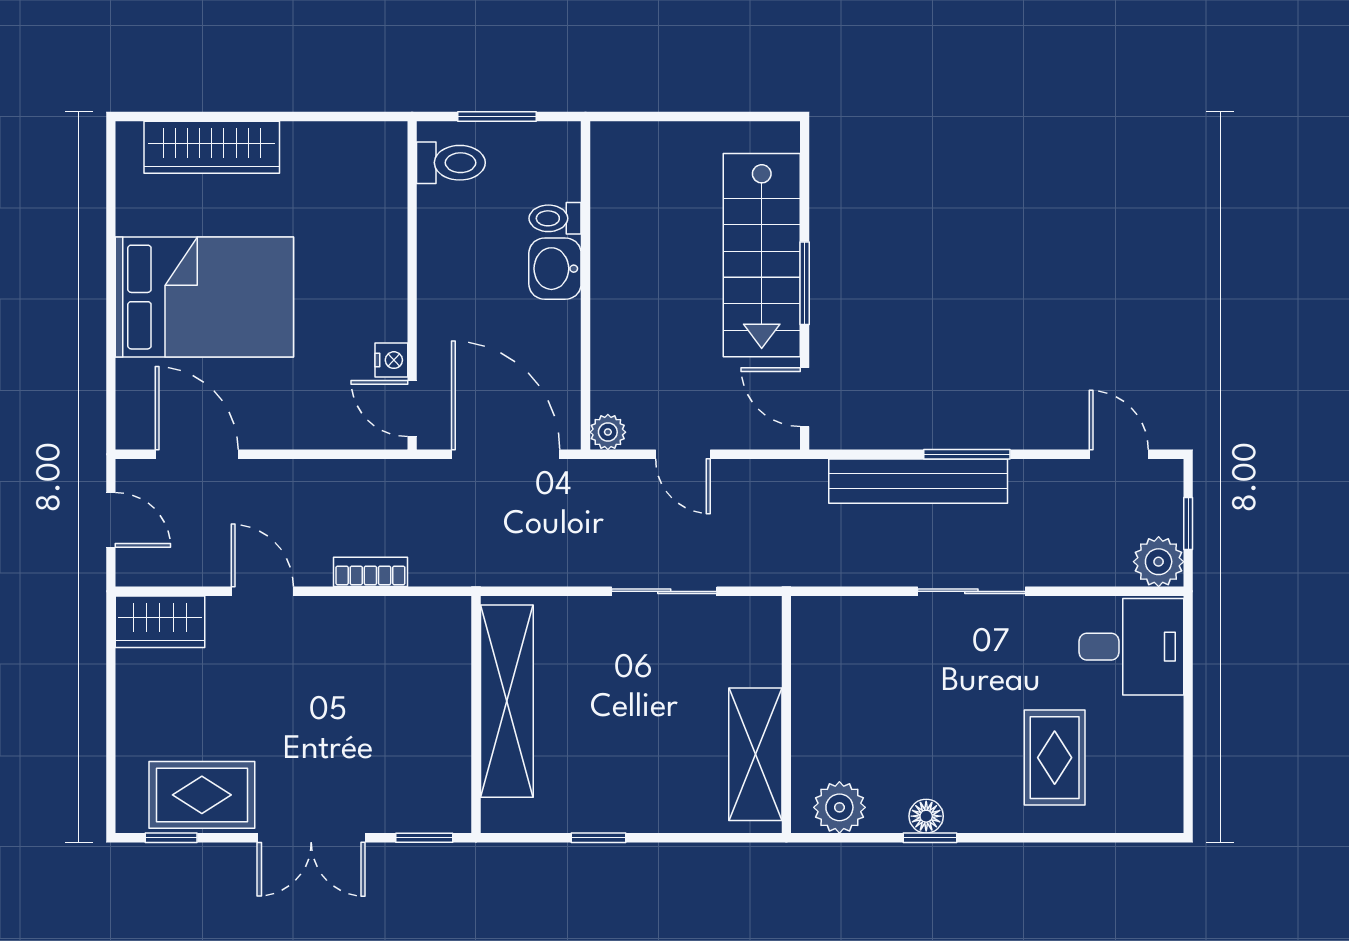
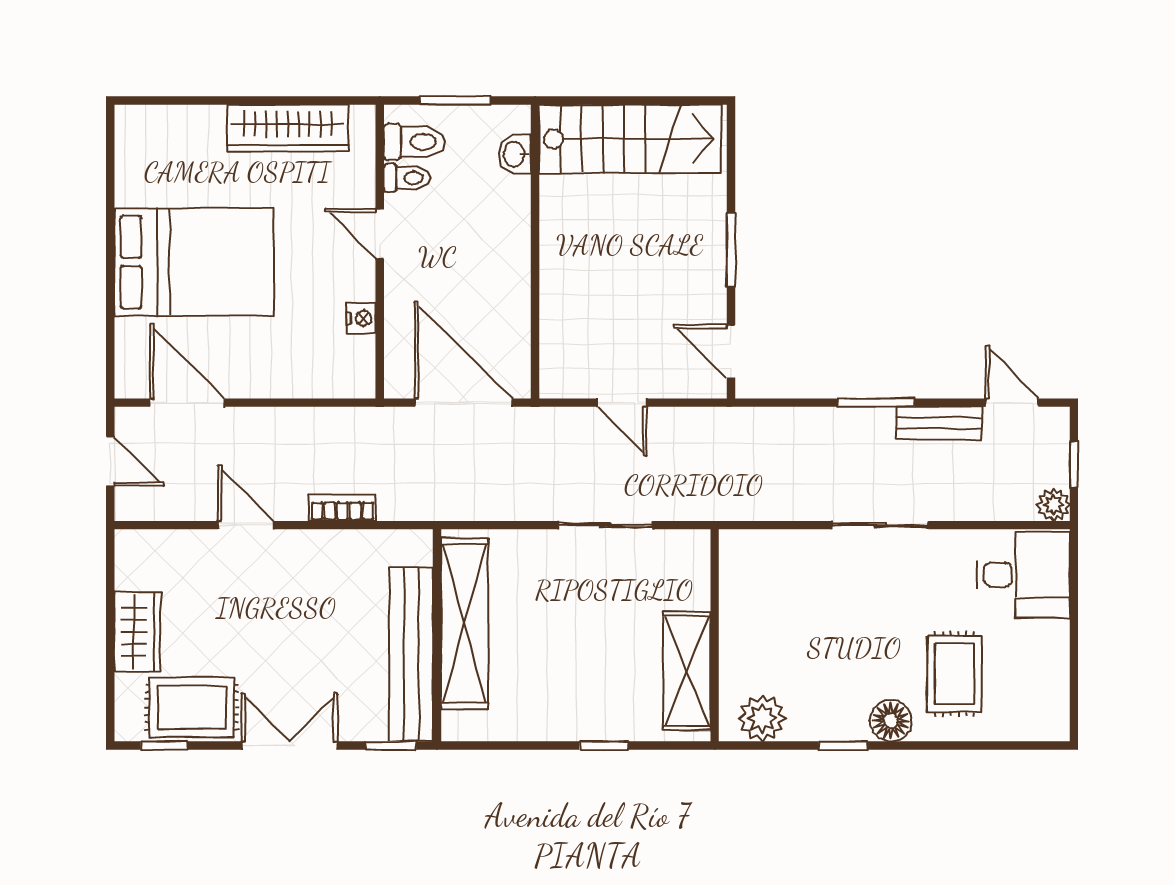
wardrobe: (212, 147) -> (288, 128), moved
toilet: (555, 218) -> (407, 178), moved, turned 180
stairs: (762, 255) -> (630, 139), moved, turned -90
washbasin: (555, 269) -> (515, 154), moved, width x0.72, depth x0.69
door: (412, 408) -> (380, 234), moved
plant: (608, 432) -> (555, 383), removed
bench: (918, 481) -> (939, 423), moved, width x0.54, depth x0.82
plant: (1159, 562) -> (1054, 505), width x0.73, depth x0.73
wardrobe: (160, 622) -> (138, 632), moved, turned -90
bench: (447, 736) -> (411, 654), added
floor lamp: (926, 816) -> (891, 721), moved, width x1.37, depth x1.37
double door: (311, 838) -> (290, 746), swing flipped
window: (599, 838) -> (604, 746), moved

